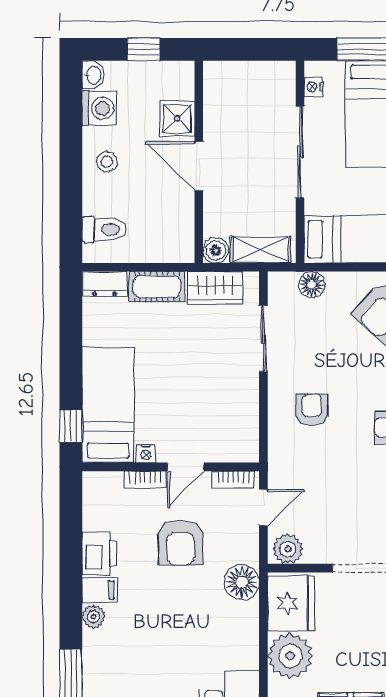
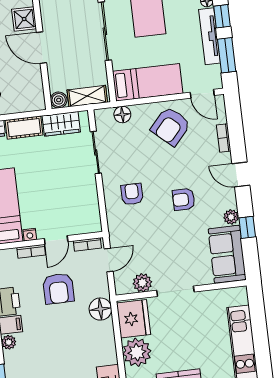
plant: (288, 549) -> (142, 283), moved

